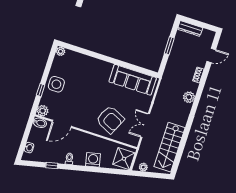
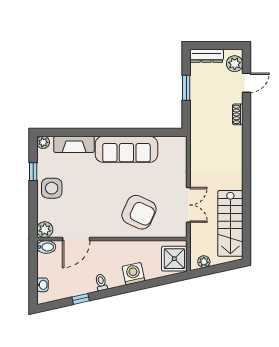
fireplace: (81, 59) -> (74, 144), added
sofa: (133, 80) -> (126, 149), moved
window: (41, 90) -> (33, 172), moved
plant: (189, 97) -> (235, 64), moved
double door: (145, 125) -> (188, 205), swing flipped

